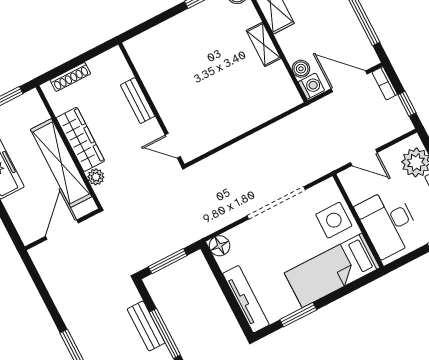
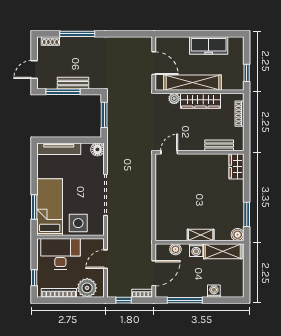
wardrobe: (145, 44) -> (236, 166), added
washing machine: (311, 86) -> (196, 250), moved
bench: (138, 101) -> (219, 145), moved
window: (298, 315) -> (34, 207), moved

